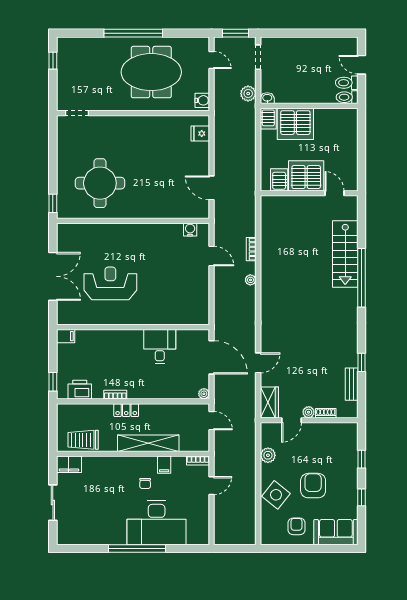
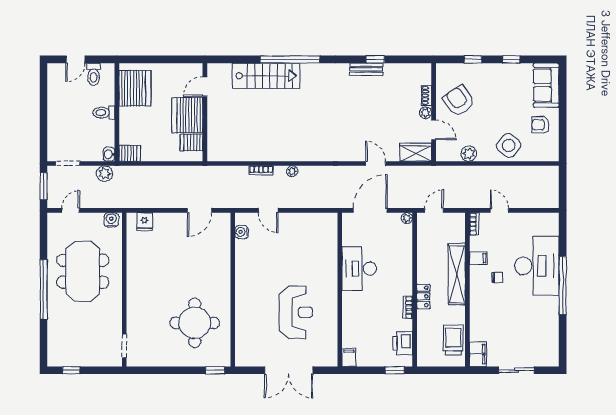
toilet: (347, 97) -> (104, 113), moved, turned 90
server rack: (295, 124) -> (135, 88), moved
door: (212, 256) -> (268, 210), swing flipped
double door: (53, 276) -> (289, 370), swing flipped
reception desk: (110, 283) -> (296, 312), turned 180
desk: (160, 346) -> (359, 269), width x1.37
bench: (352, 384) -> (366, 69), moved
trolley: (83, 440) -> (453, 340), turned 180
armchair: (313, 486) -> (459, 101), moved, turned 55

